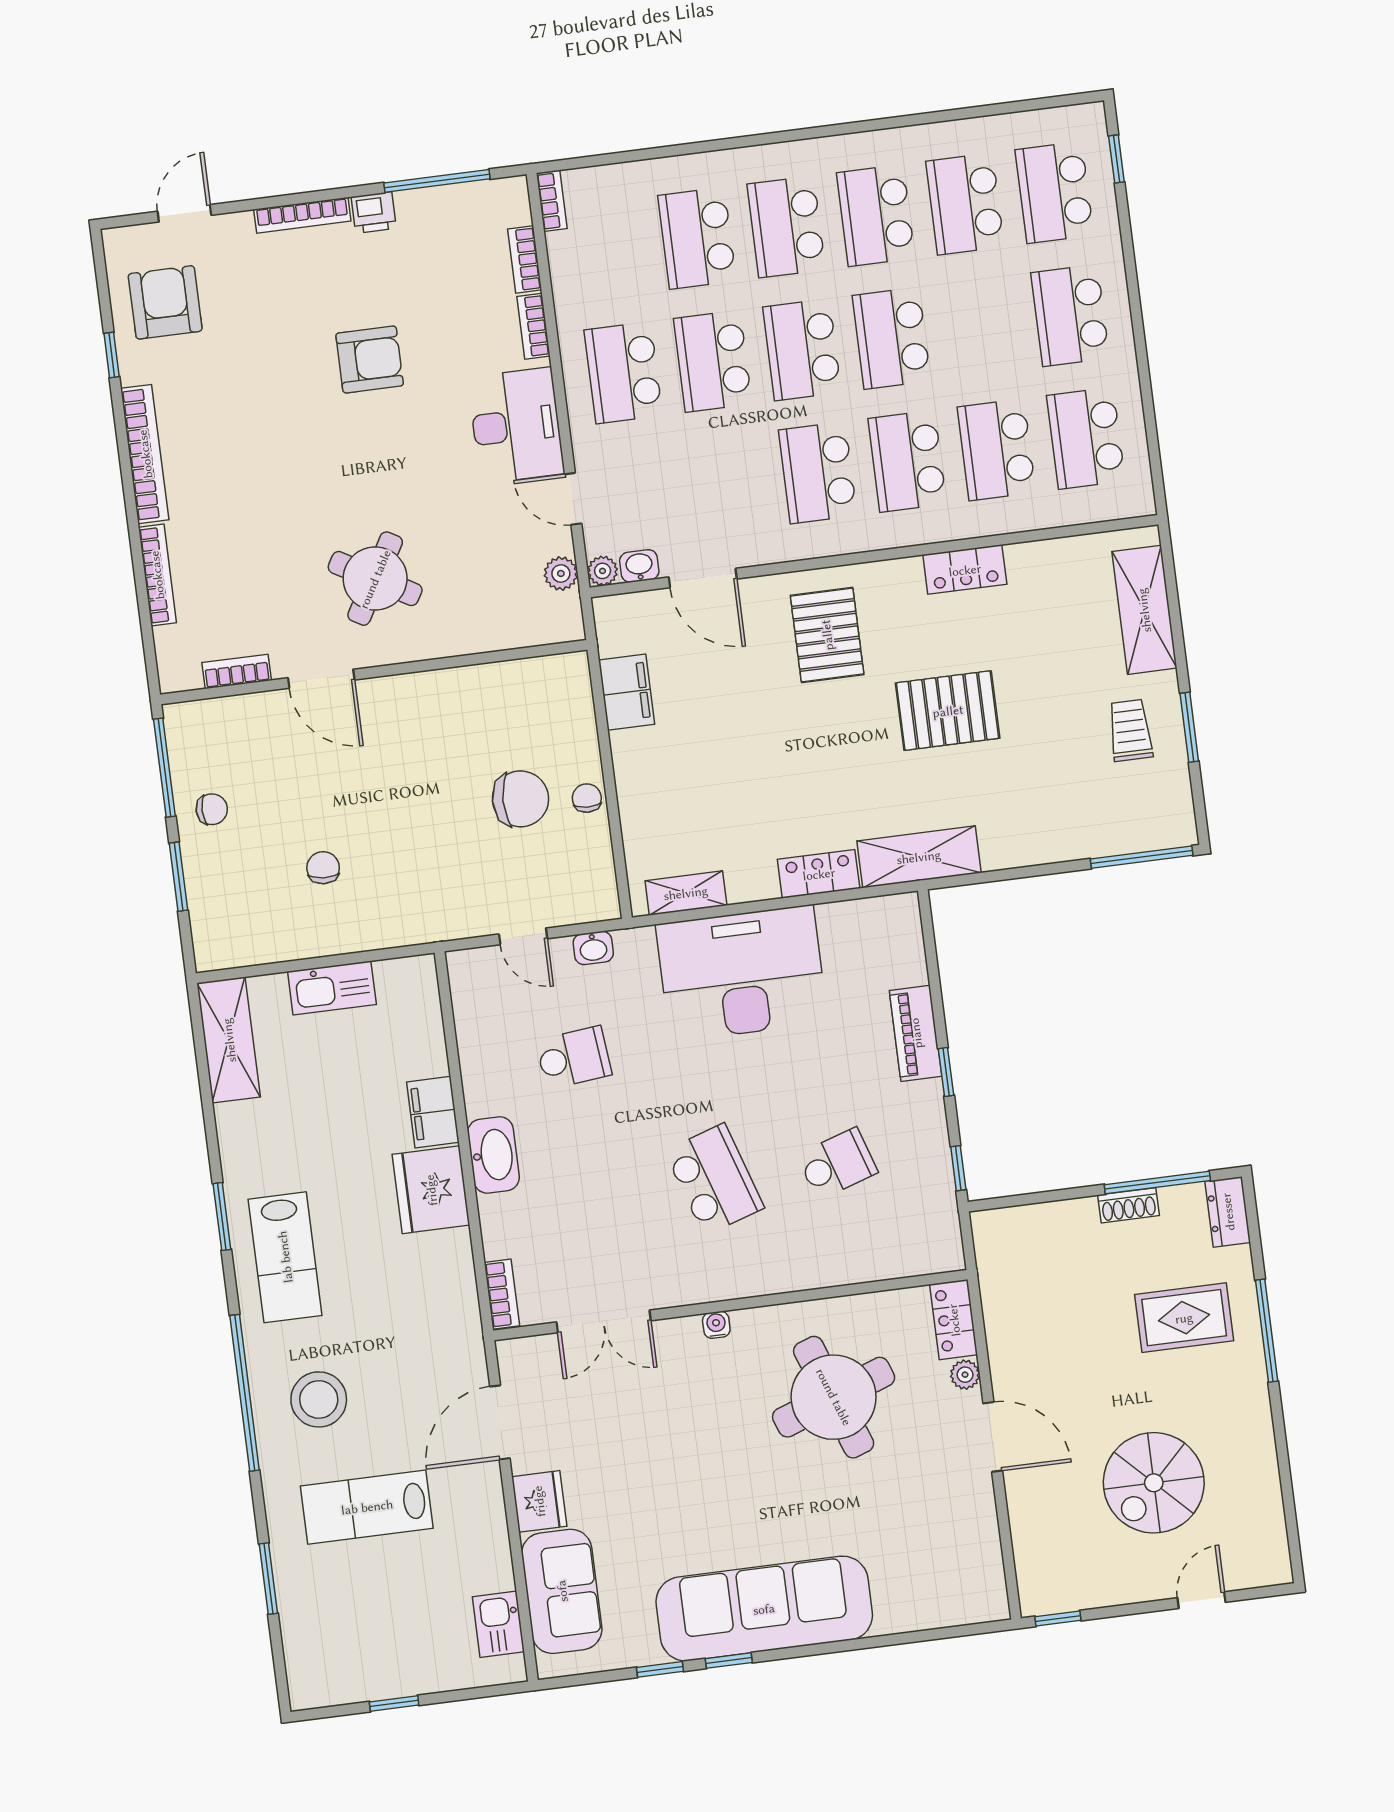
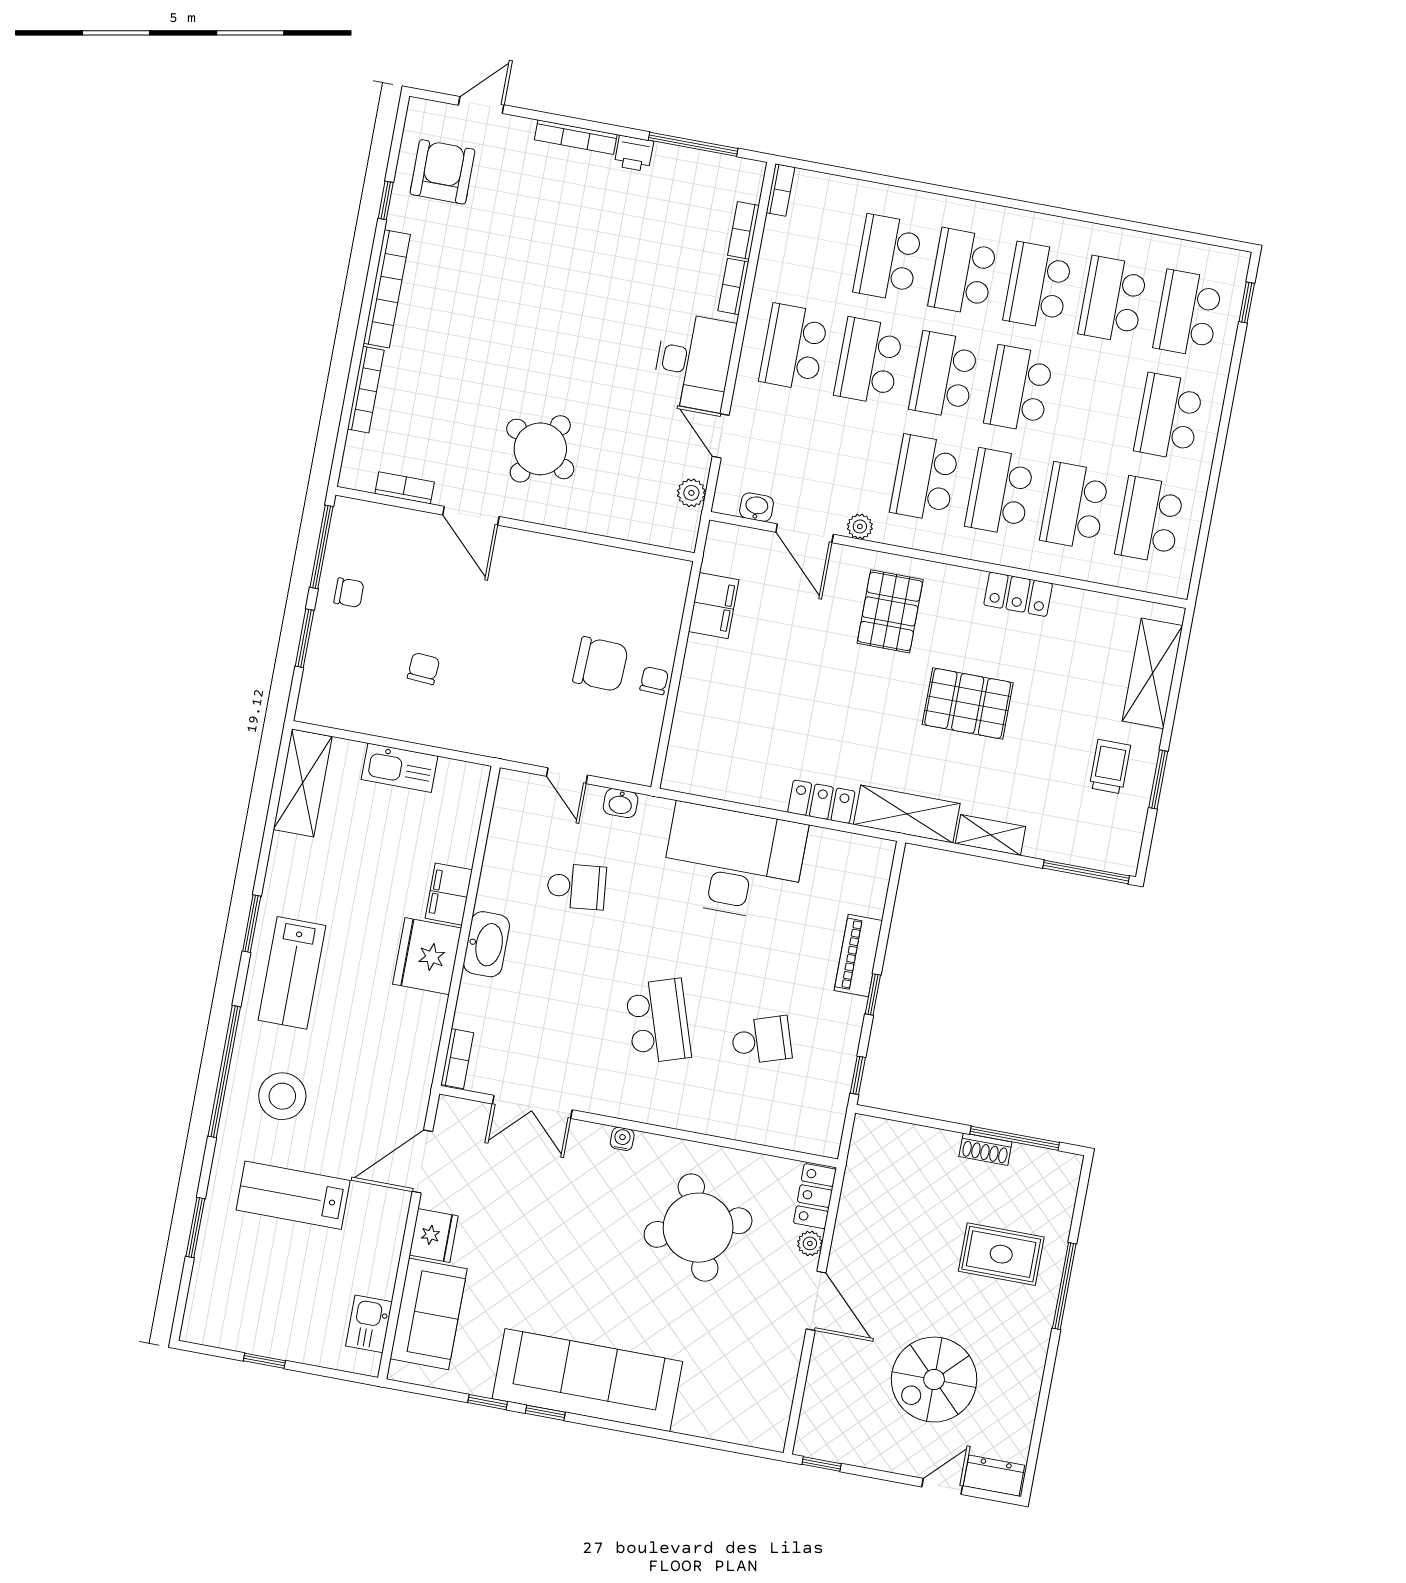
armchair: (370, 360) -> (593, 271), removed
plant: (603, 571) -> (860, 526), moved
shelving: (686, 893) -> (991, 835), moved
dresser: (1228, 1212) -> (994, 1476), moved, turned 90

